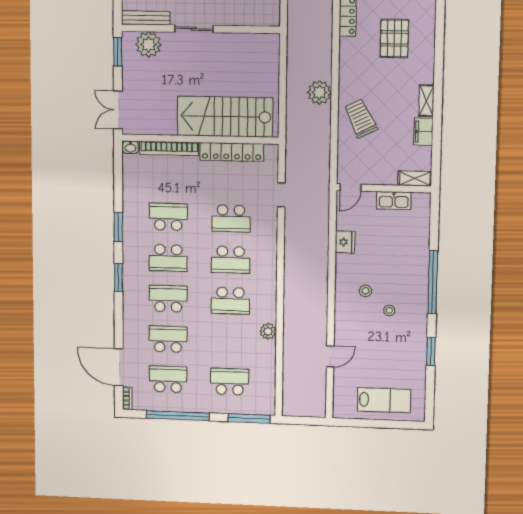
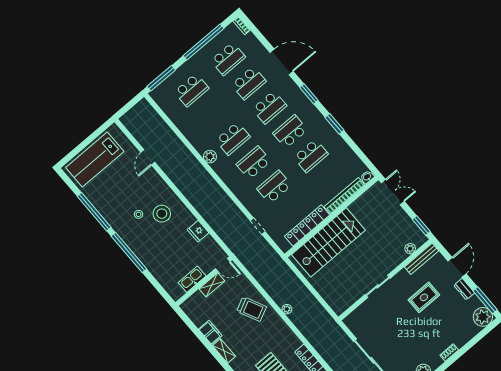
sliding door: (194, 29) -> (378, 286), moved
plant: (148, 45) -> (410, 249), width x0.53, depth x0.53
plant: (319, 92) -> (287, 309), width x0.53, depth x0.53
shelving: (415, 178) -> (212, 285), moved
door: (350, 187) -> (223, 265), swing flipped
stool: (366, 291) -> (162, 214), width x1.89, depth x1.89
school desk: (230, 301) -> (233, 139), turned 180
plant: (268, 331) -> (210, 157), moved
window: (431, 352) -> (94, 212), width x2.11
door: (119, 367) -> (282, 62), moved
lab bench: (384, 400) -> (95, 160), width x1.36, depth x1.39

